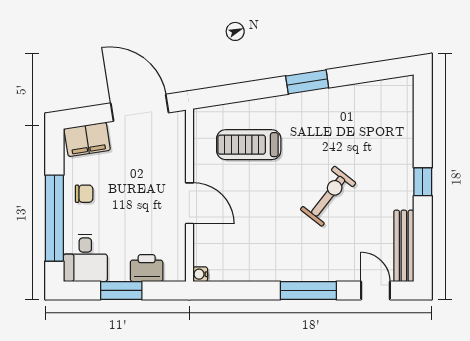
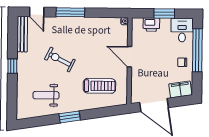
weight bench: (355, 125) -> (46, 95), added
exercise bike: (328, 196) -> (60, 60), turned 79

